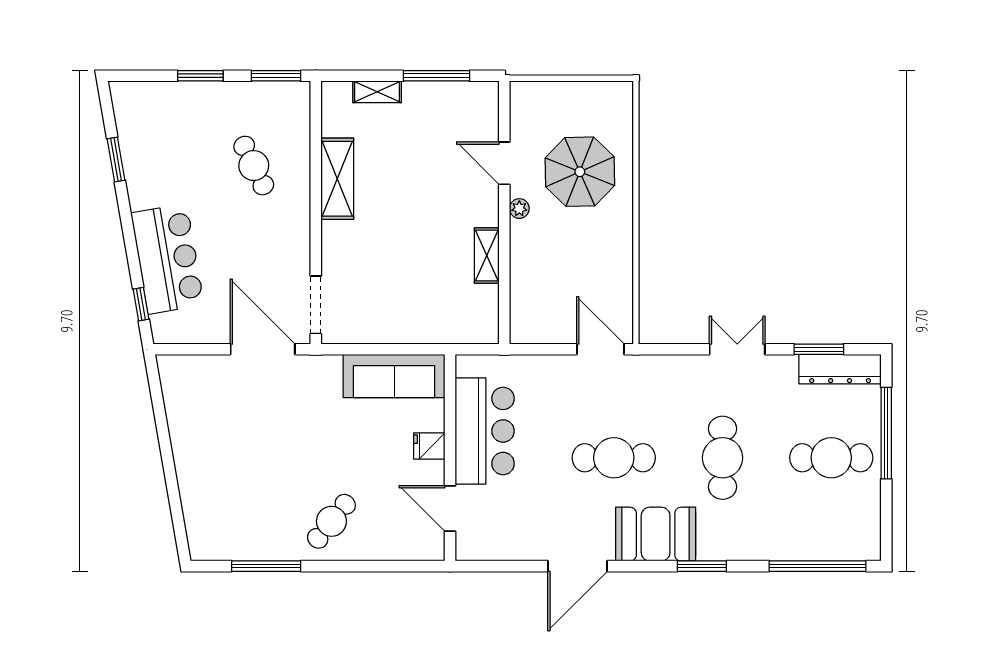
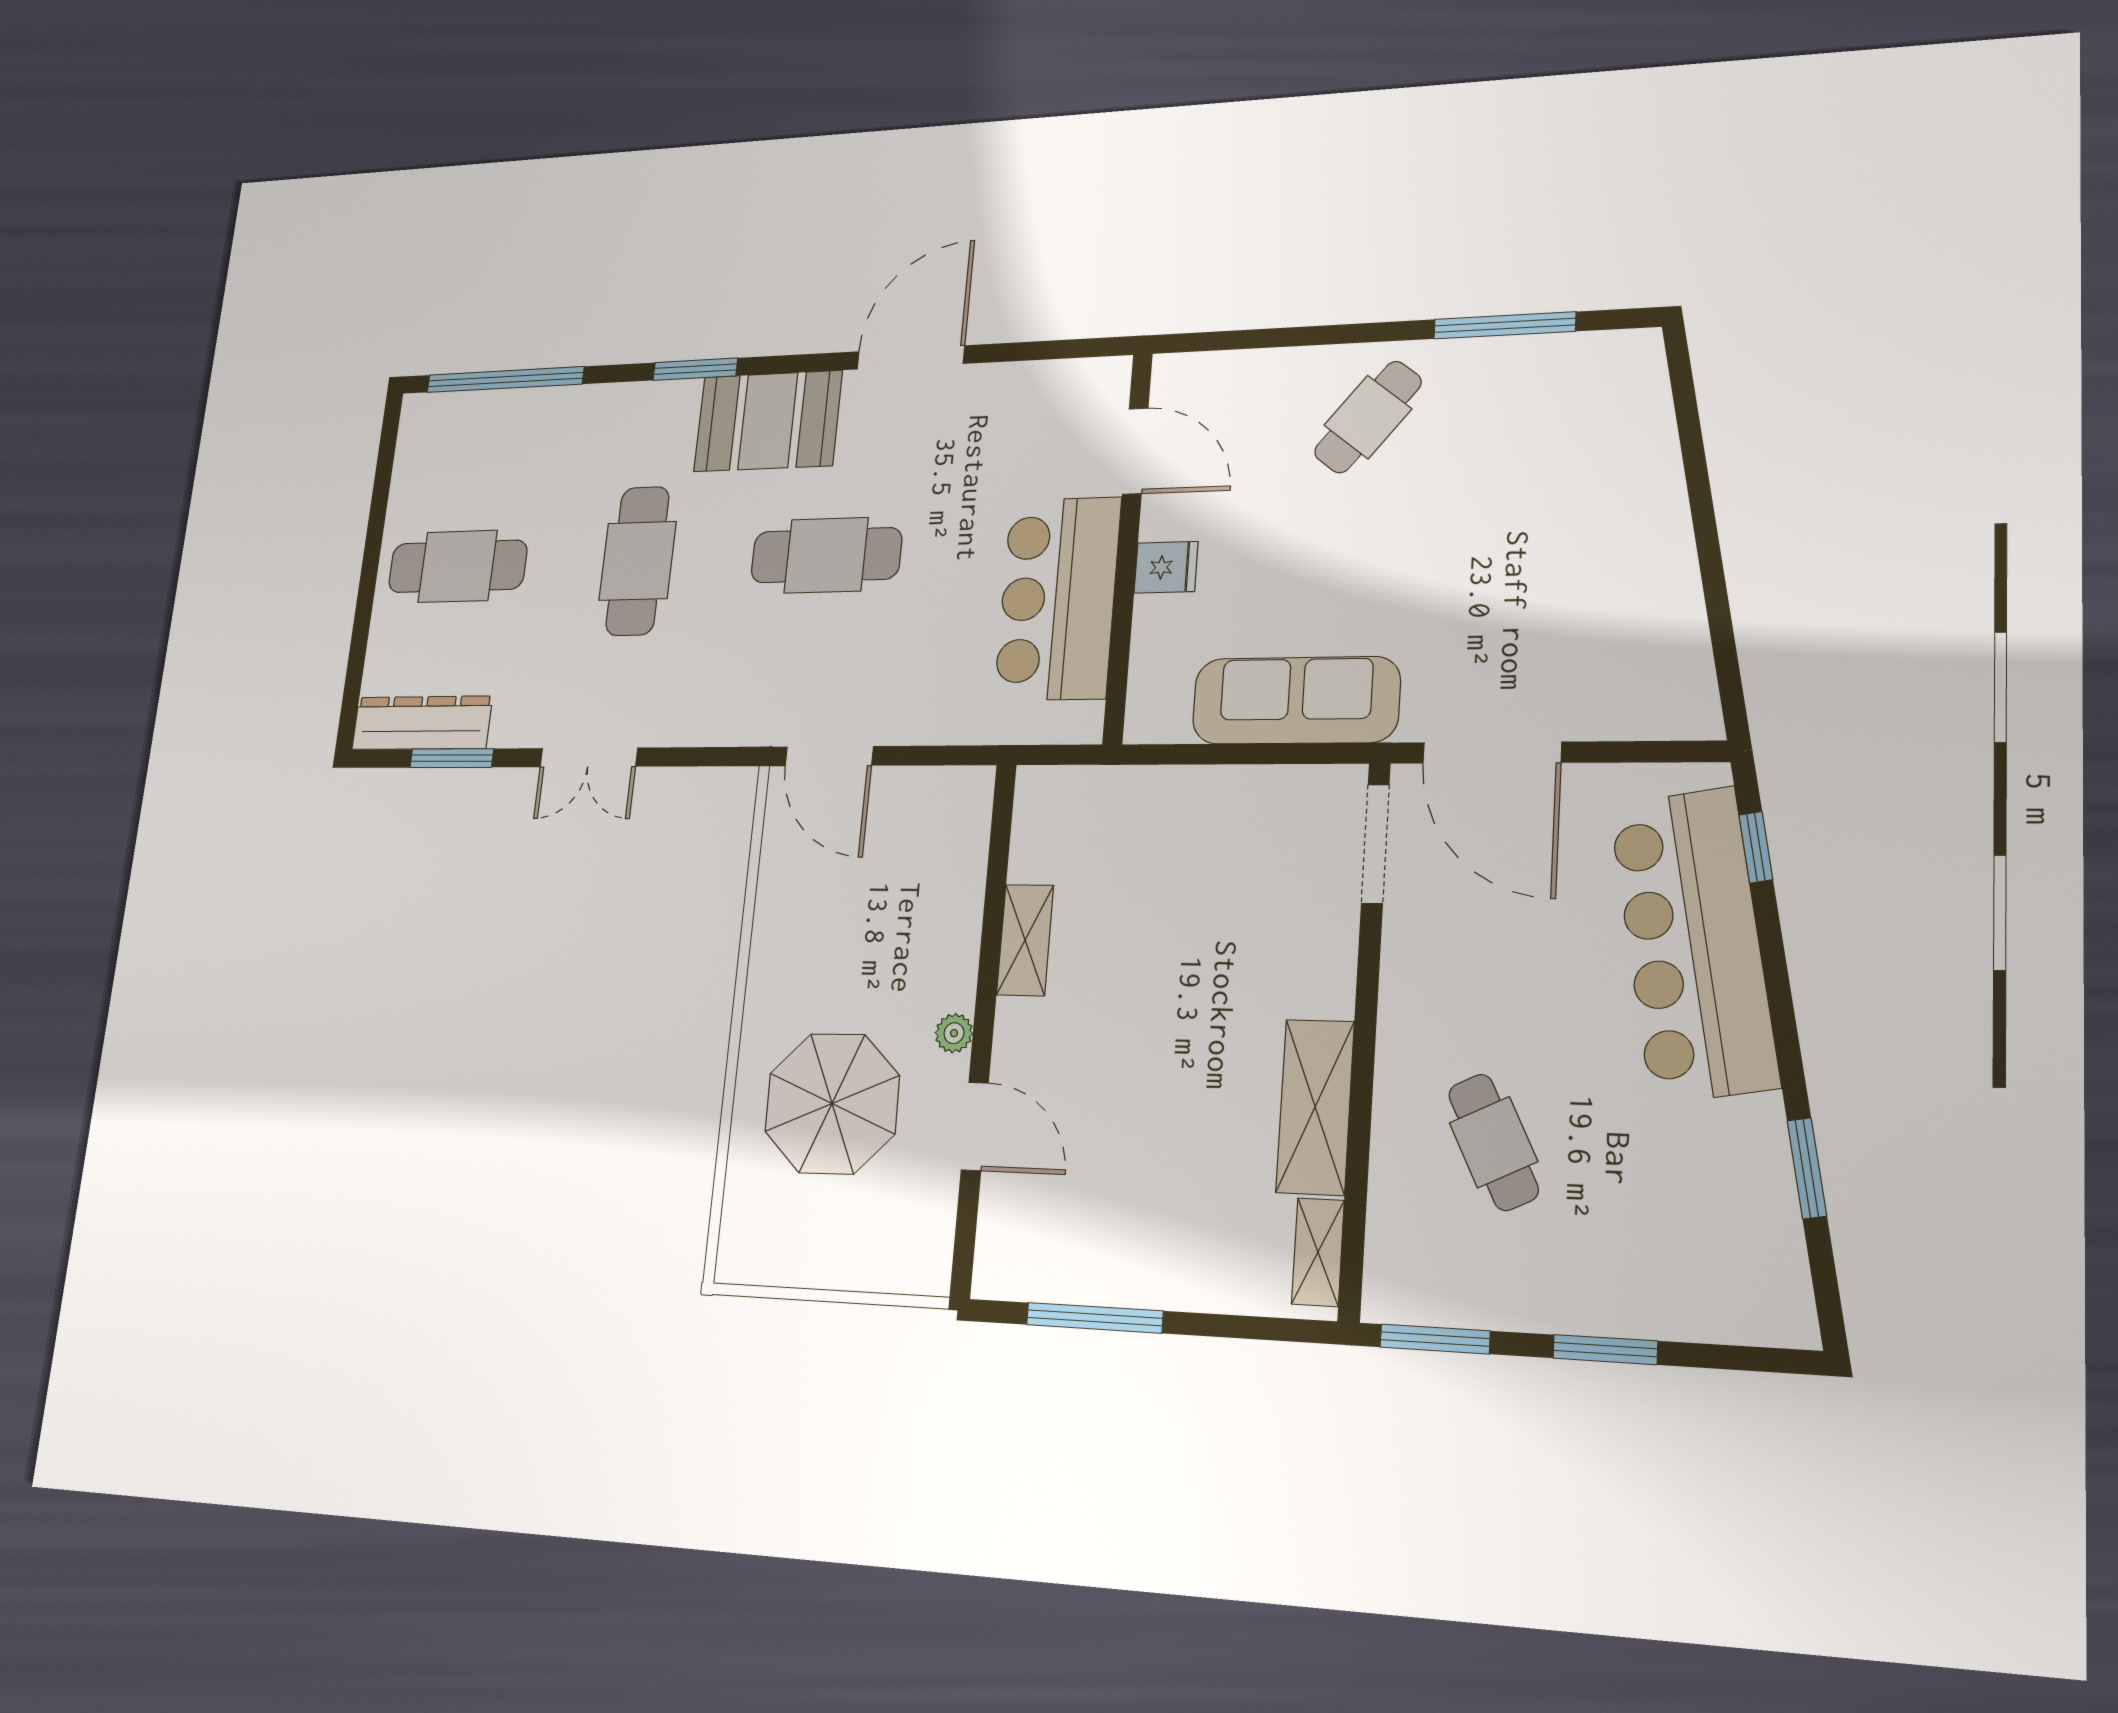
shelving: (377, 92) -> (1318, 1252), moved, turned 90
bar counter: (167, 259) -> (1693, 944), width x1.36
sofa: (394, 376) -> (1296, 700), moved
window: (886, 433) -> (363, 612), removed

